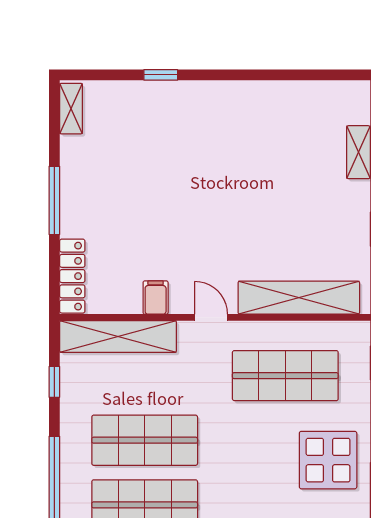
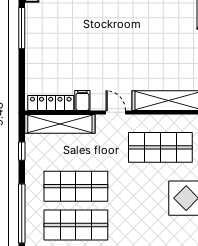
window: (54, 200) -> (22, 28), moved
locker: (72, 276) -> (51, 103), moved, turned -90

